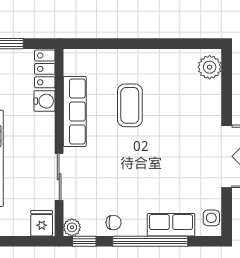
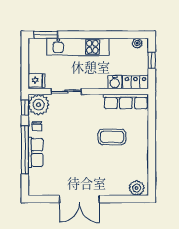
row of seats: (75, 112) -> (126, 101), moved
side table: (211, 218) -> (40, 189), removed
row of seats: (171, 225) -> (36, 152), moved
plant: (72, 227) -> (39, 105), width x1.87, depth x1.87

